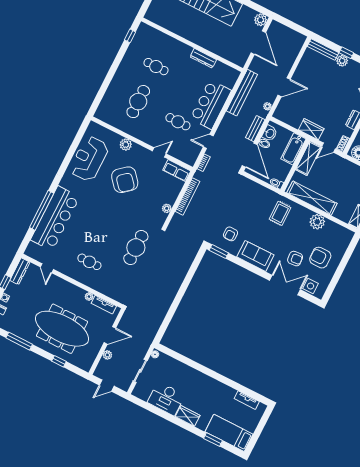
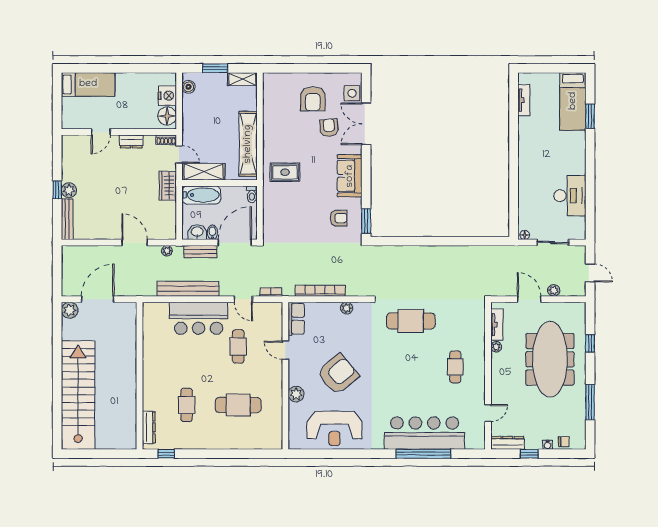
dresser: (203, 58) -> (149, 427), moved
bench: (242, 93) -> (188, 289), moved
plant: (317, 222) -> (273, 124), removed
wardrobe: (188, 416) -> (578, 160), removed

